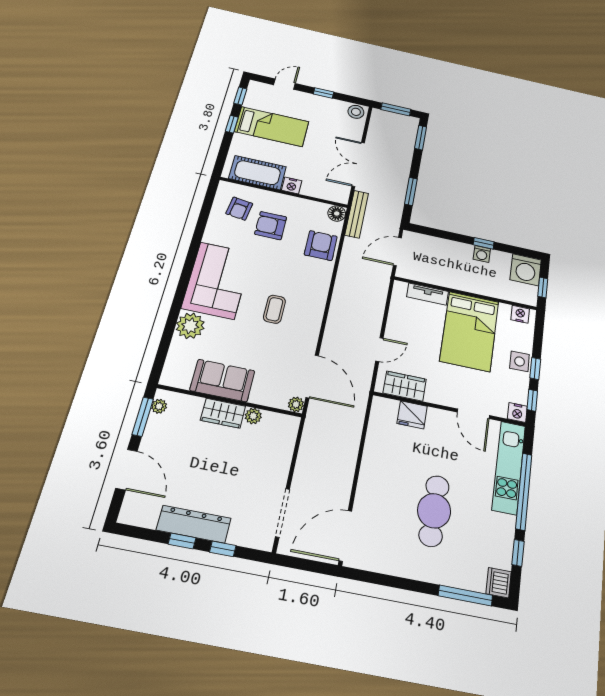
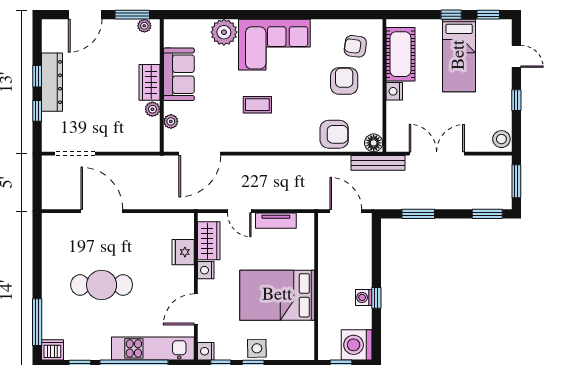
tv unit: (428, 294) -> (276, 221), moved, turned -90
nightstand: (520, 314) -> (206, 270), moved, turned 180
plant: (296, 404) -> (171, 121), moved
door: (345, 536) -> (102, 211), moved

